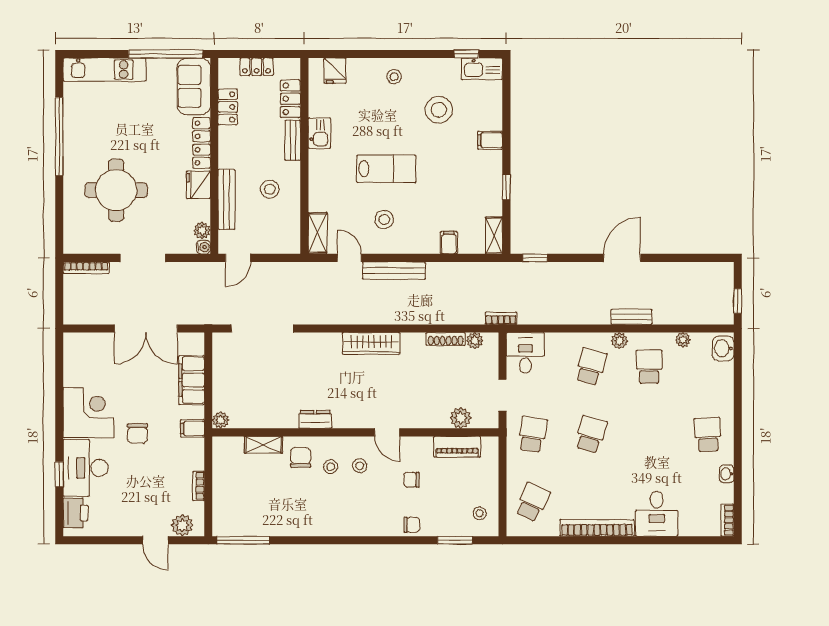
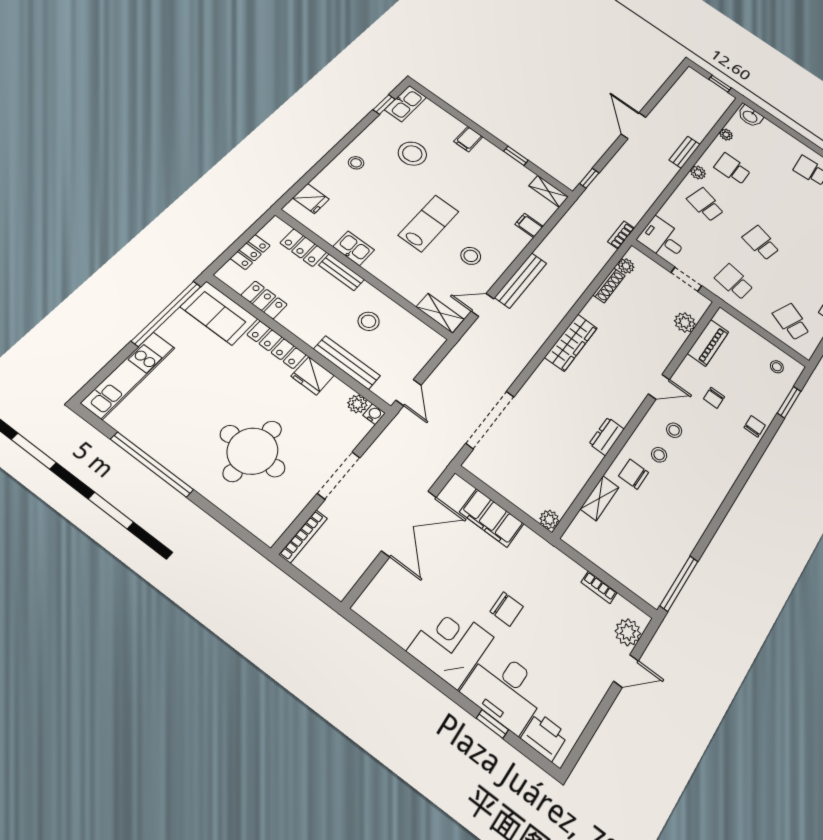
filing cabinet: (192, 428) -> (539, 552), removed

